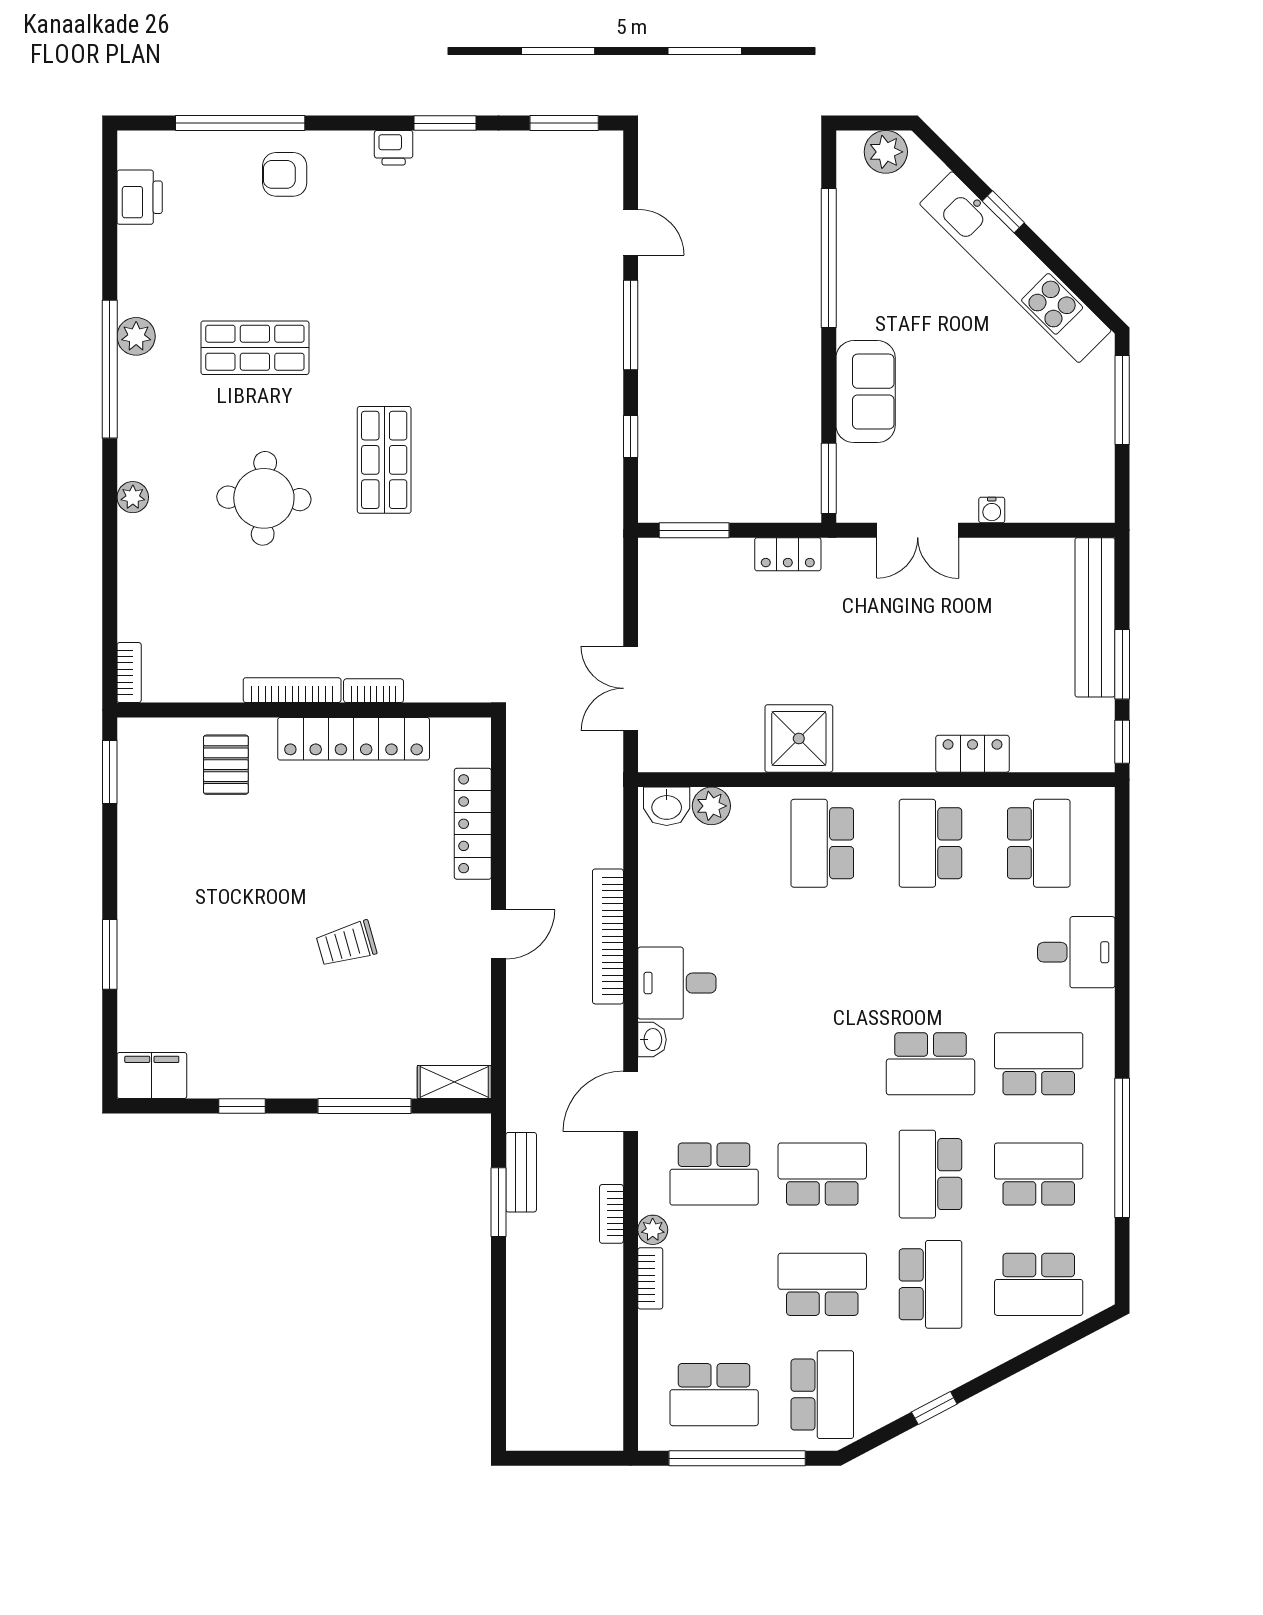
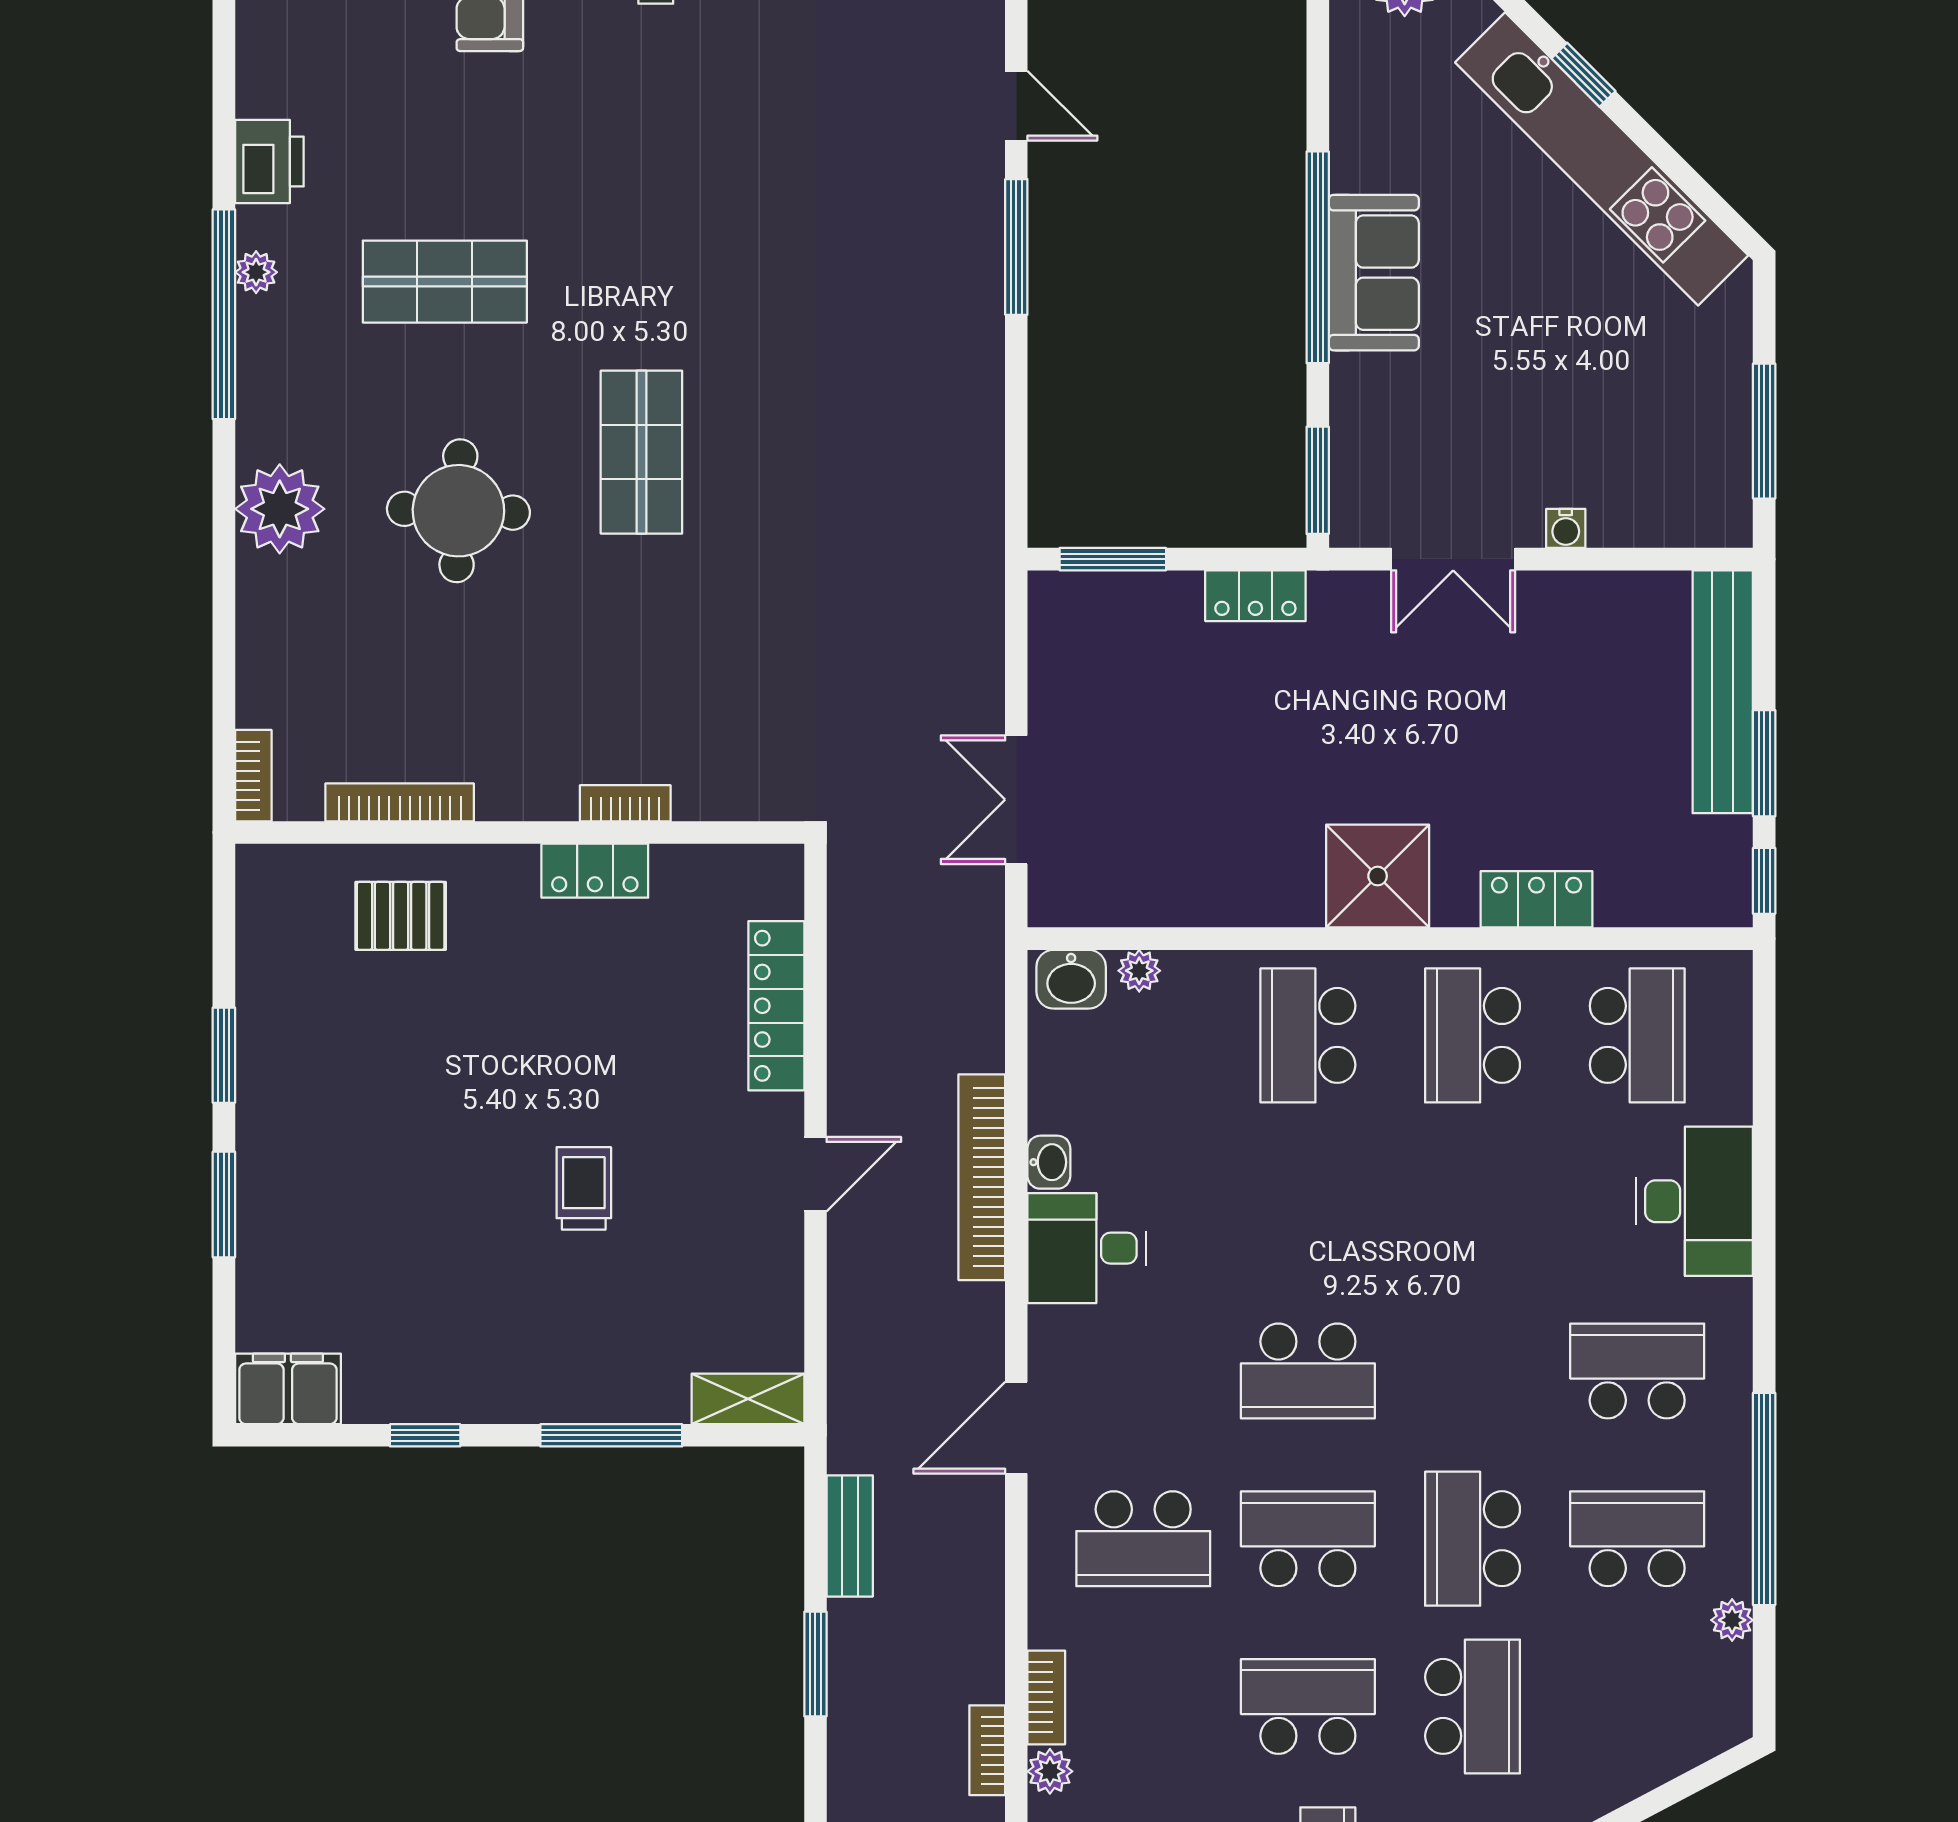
printer: (140, 197) -> (269, 161), moved
window: (829, 258) -> (1318, 257), moved
plant: (136, 336) -> (256, 272), width x0.73, depth x0.73
sofa: (866, 392) -> (1374, 273), moved
window: (1122, 400) -> (1764, 431), moved
window: (631, 437) -> (1016, 417), removed
plant: (133, 497) -> (280, 509), width x1.88, depth x1.88
bookcase: (292, 690) -> (400, 802), moved
shower: (799, 738) -> (1378, 876), moved
locker: (354, 739) -> (595, 871), width x0.46, depth x0.83
pallet: (226, 765) -> (401, 916), turned 90
window: (110, 772) -> (224, 1055), moved
plant: (711, 806) -> (1139, 971), width x0.73, depth x0.73
trolley: (346, 944) -> (584, 1188), turned 106
desk: (1076, 952) -> (1694, 1201), width x1.37
washbasin: (652, 1040) -> (1049, 1162), moved
school desk: (930, 1064) -> (1308, 1371), moved
window: (499, 1202) -> (815, 1664), moved
bookcase: (611, 1214) -> (987, 1750), moved
plant: (1101, 1227) -> (1732, 1620), added
plant: (653, 1230) -> (1050, 1771), moved
school desk: (1039, 1284) -> (1637, 1706), removed

